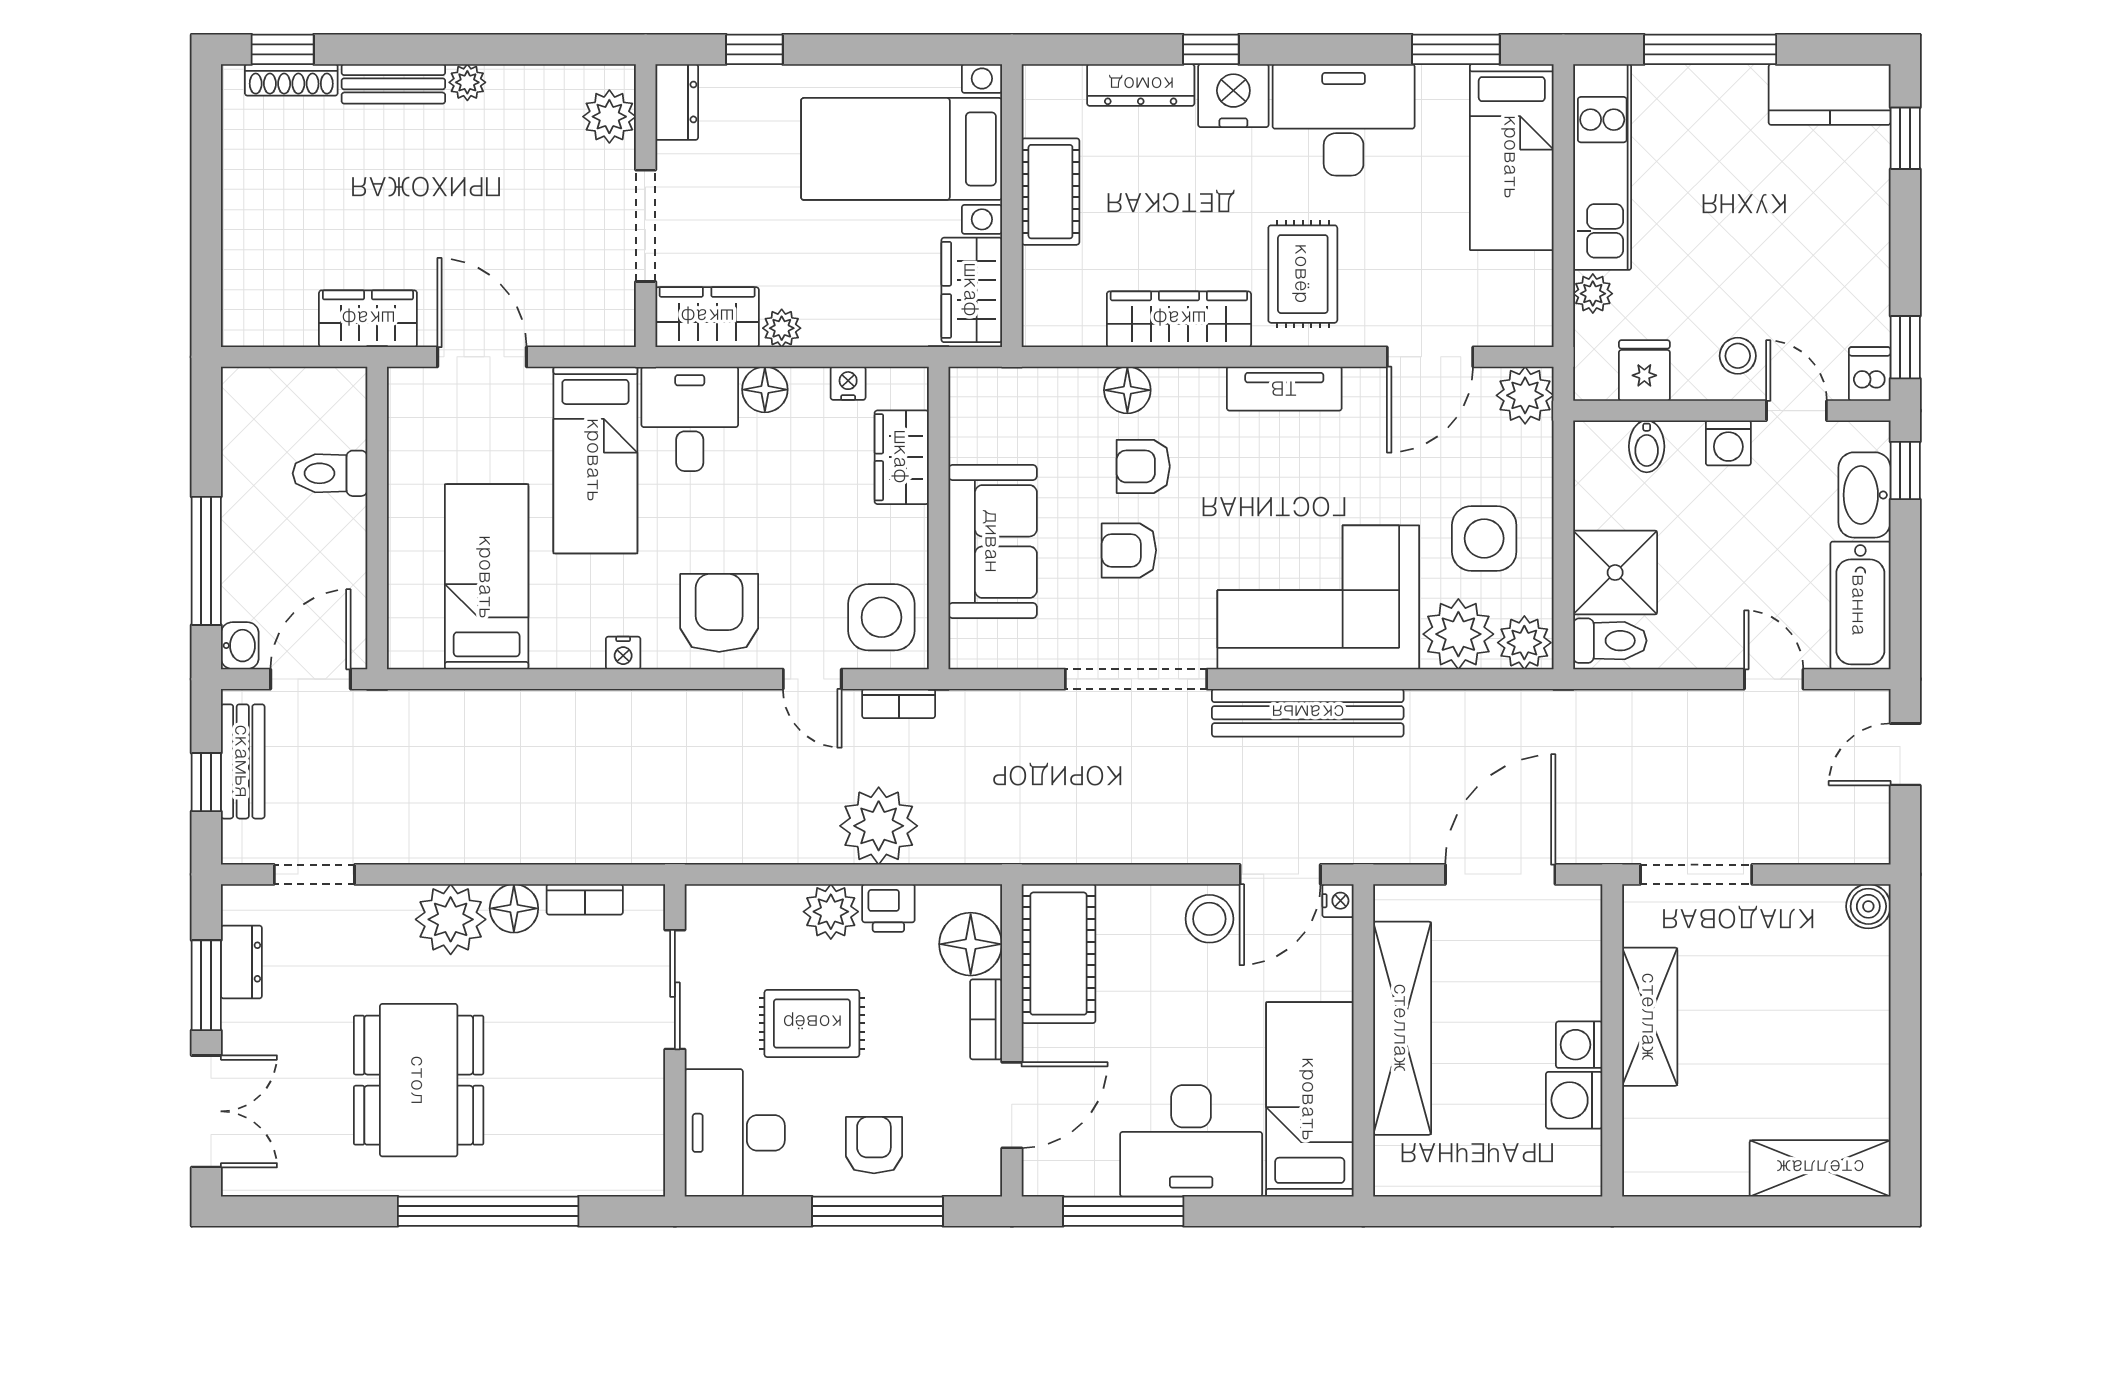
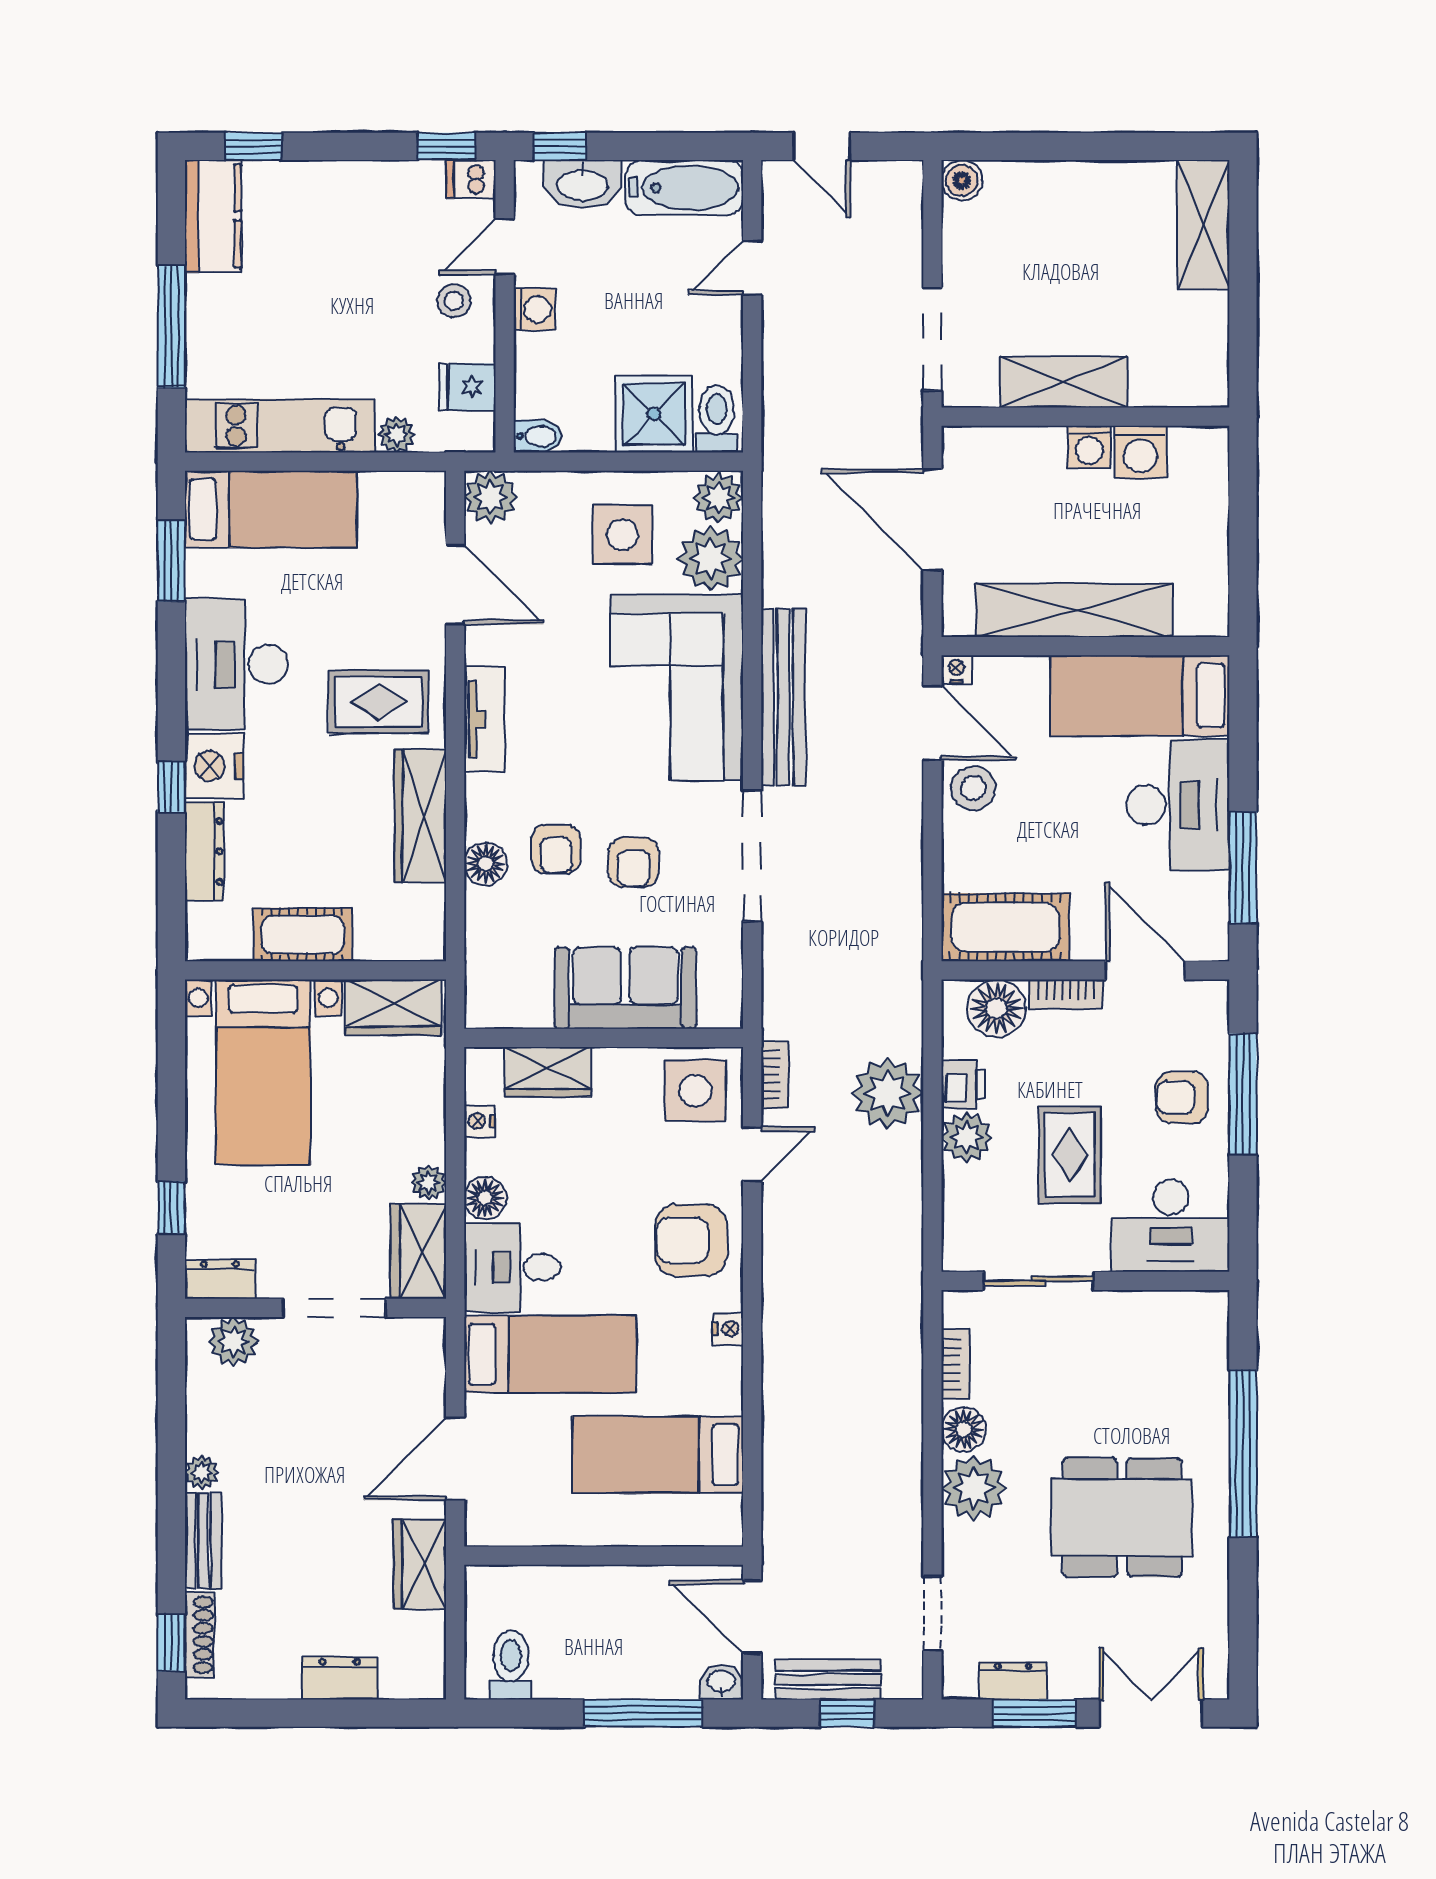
dresser: (244, 232) -> (340, 1678), added
bidet: (1647, 446) -> (538, 436), moved
toilet: (330, 473) -> (511, 1665), moved, turned 180

